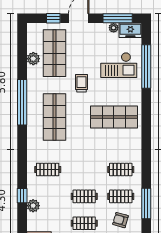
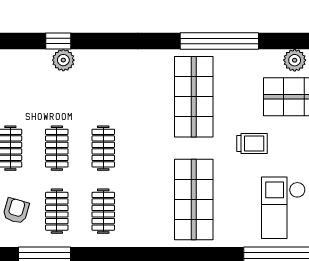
shop shelf: (54, 117) -> (194, 97), turned 90
clothes rail: (48, 170) -> (103, 148), moved
plant: (33, 206) -> (63, 60), moved

